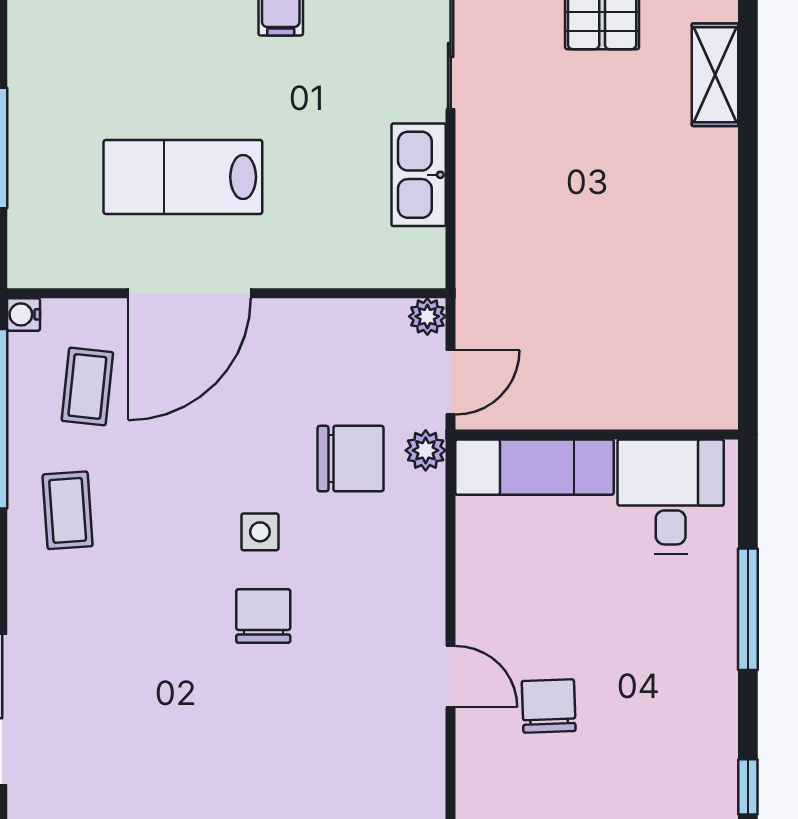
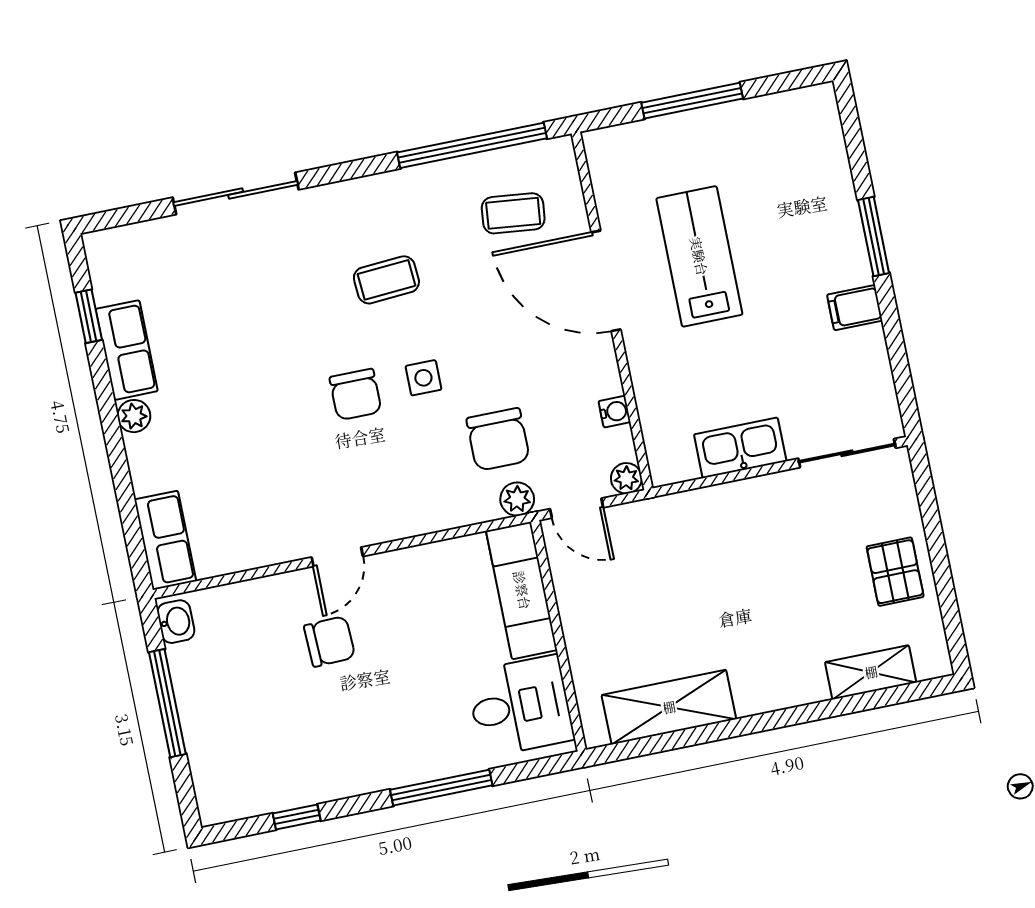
water cooler: (23, 314) -> (615, 412), moved, turned 90
shelving: (708, 321) -> (669, 707), added
coffee table: (68, 510) -> (386, 280), moved
chair: (263, 616) -> (356, 394), turned 90

